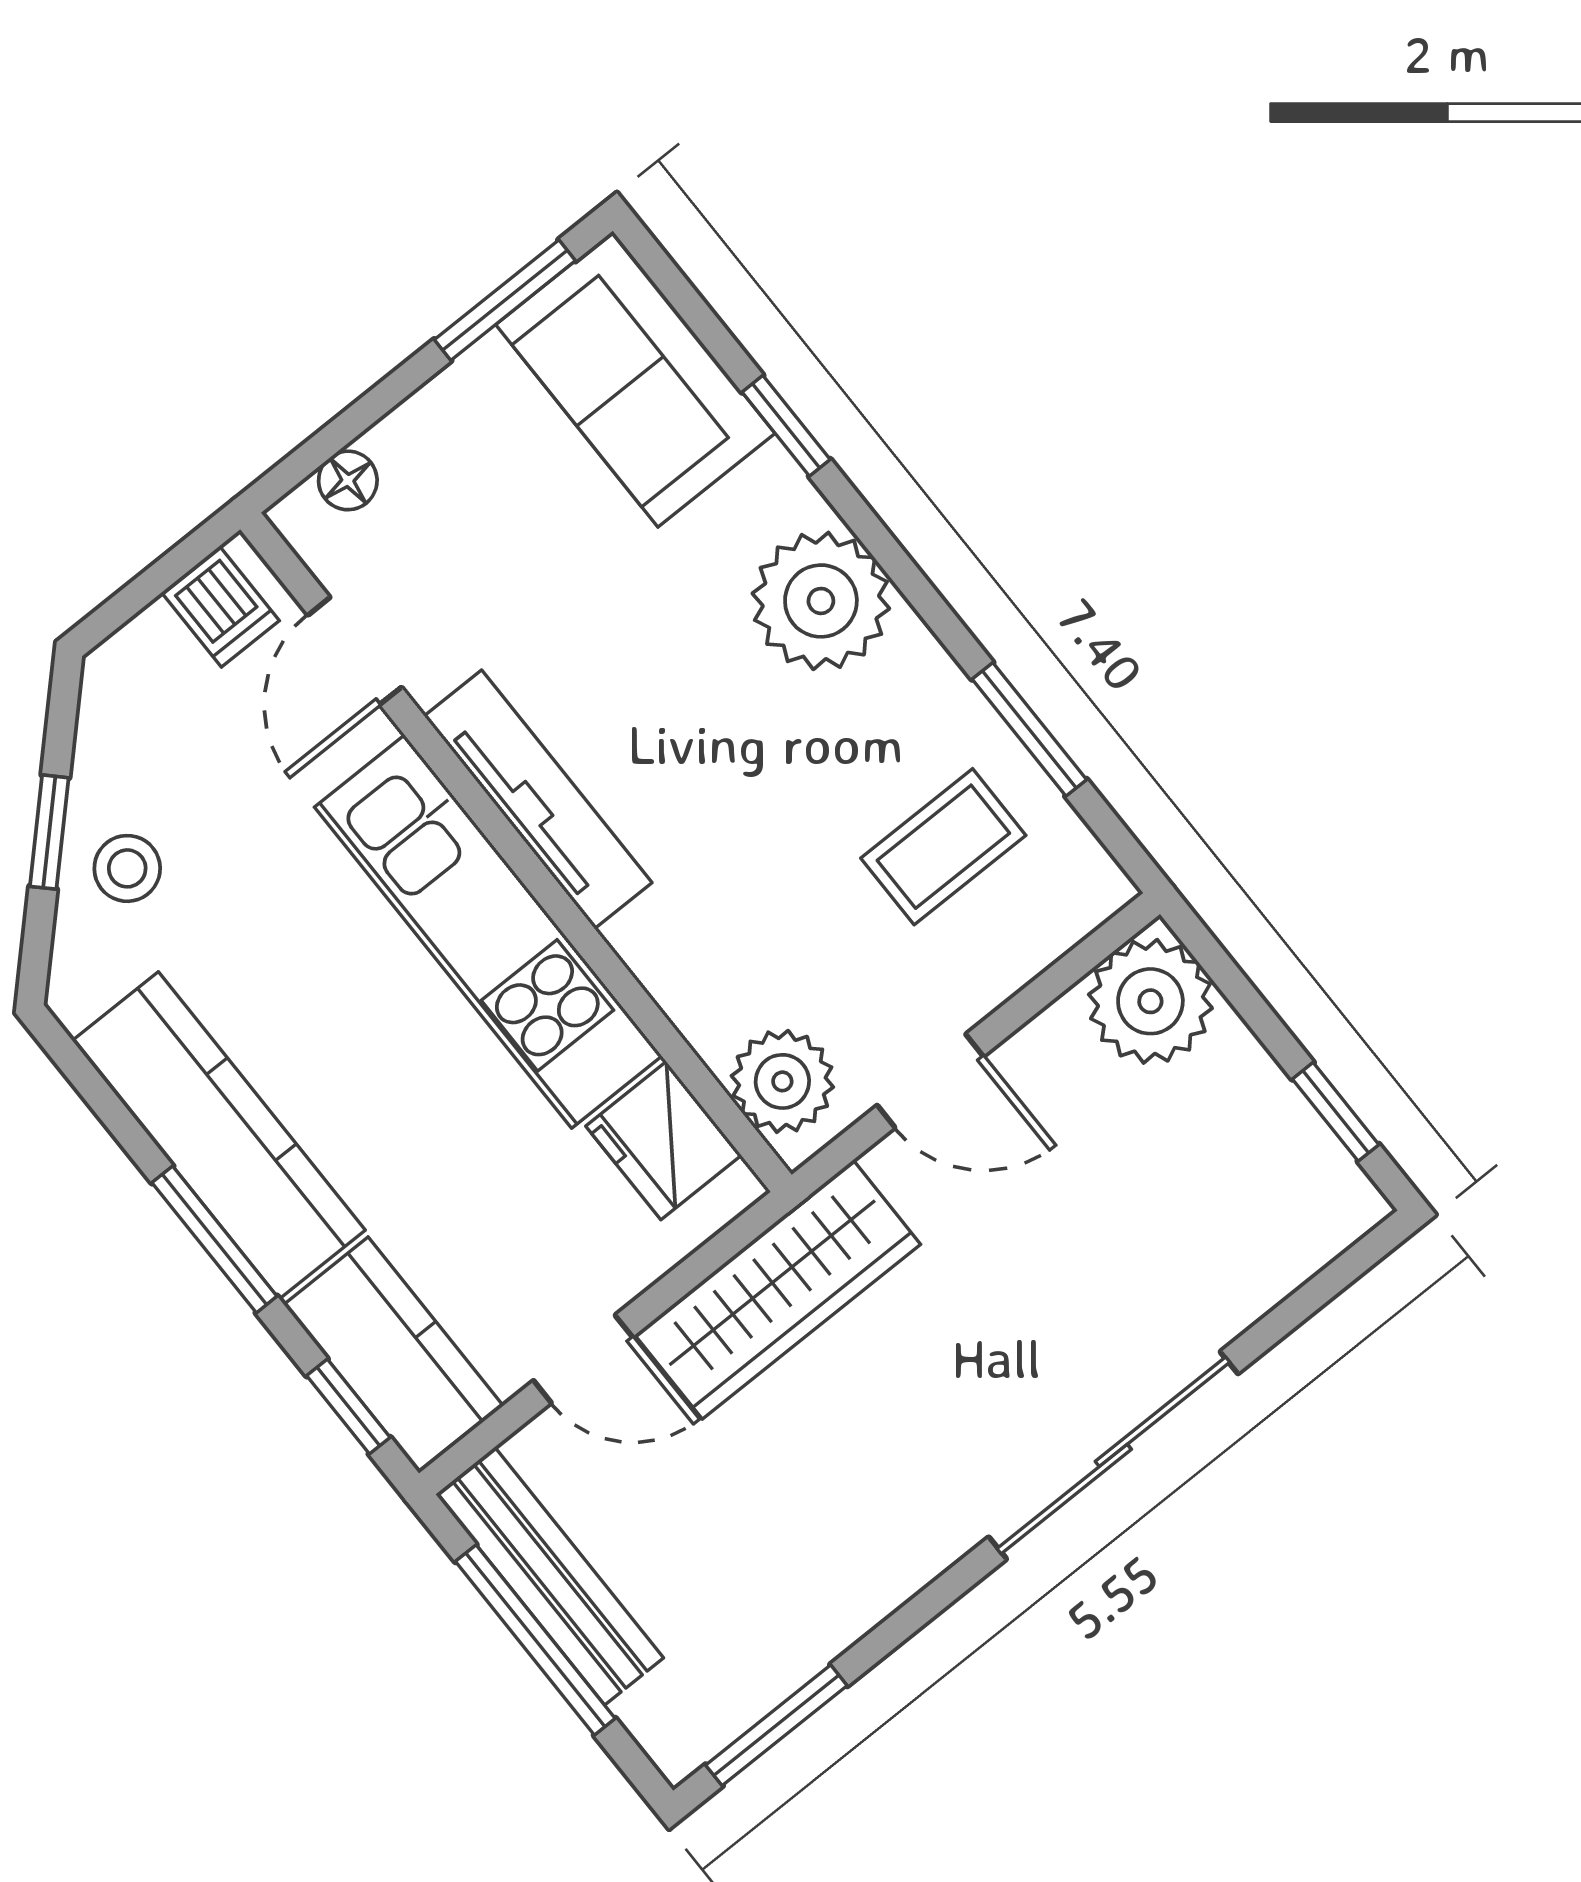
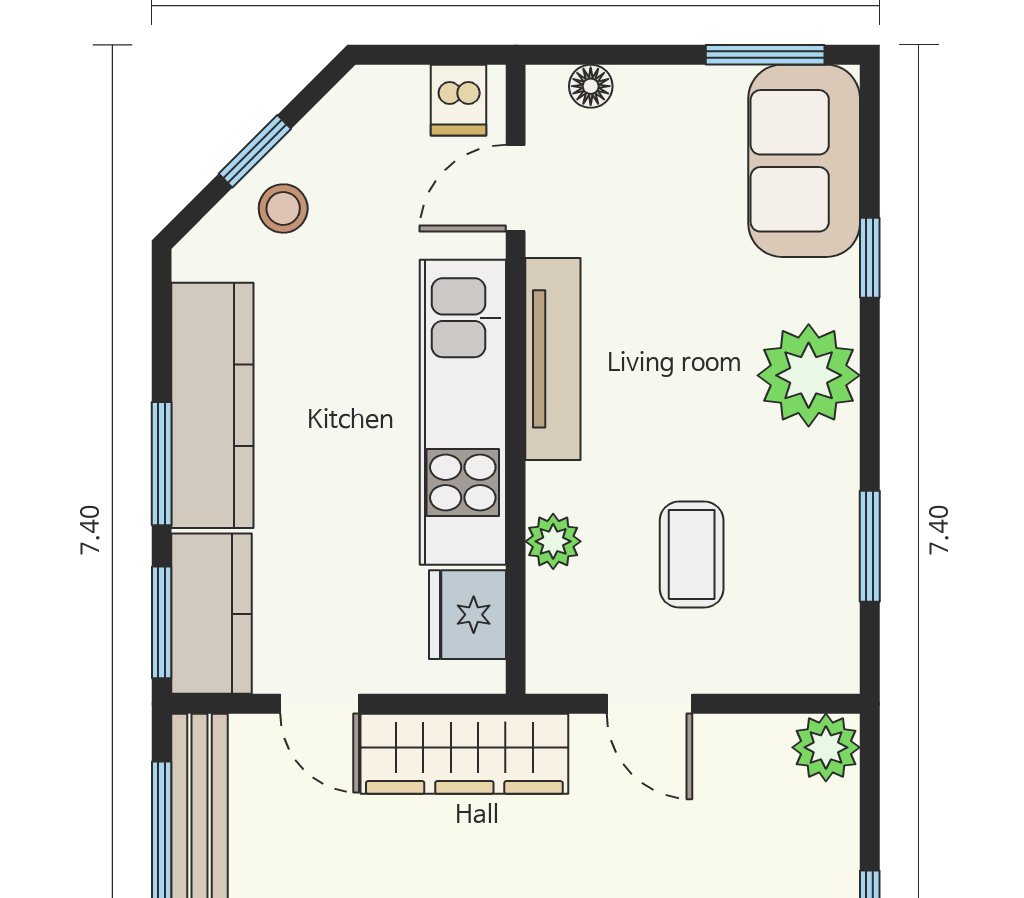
coffee table: (943, 847) -> (692, 555), moved, turned 90
plant: (1150, 1001) -> (826, 747), width x0.73, depth x0.73
plant: (782, 1081) -> (553, 541), moved, width x0.73, depth x0.73
window: (348, 1407) -> (162, 622), width x1.50

